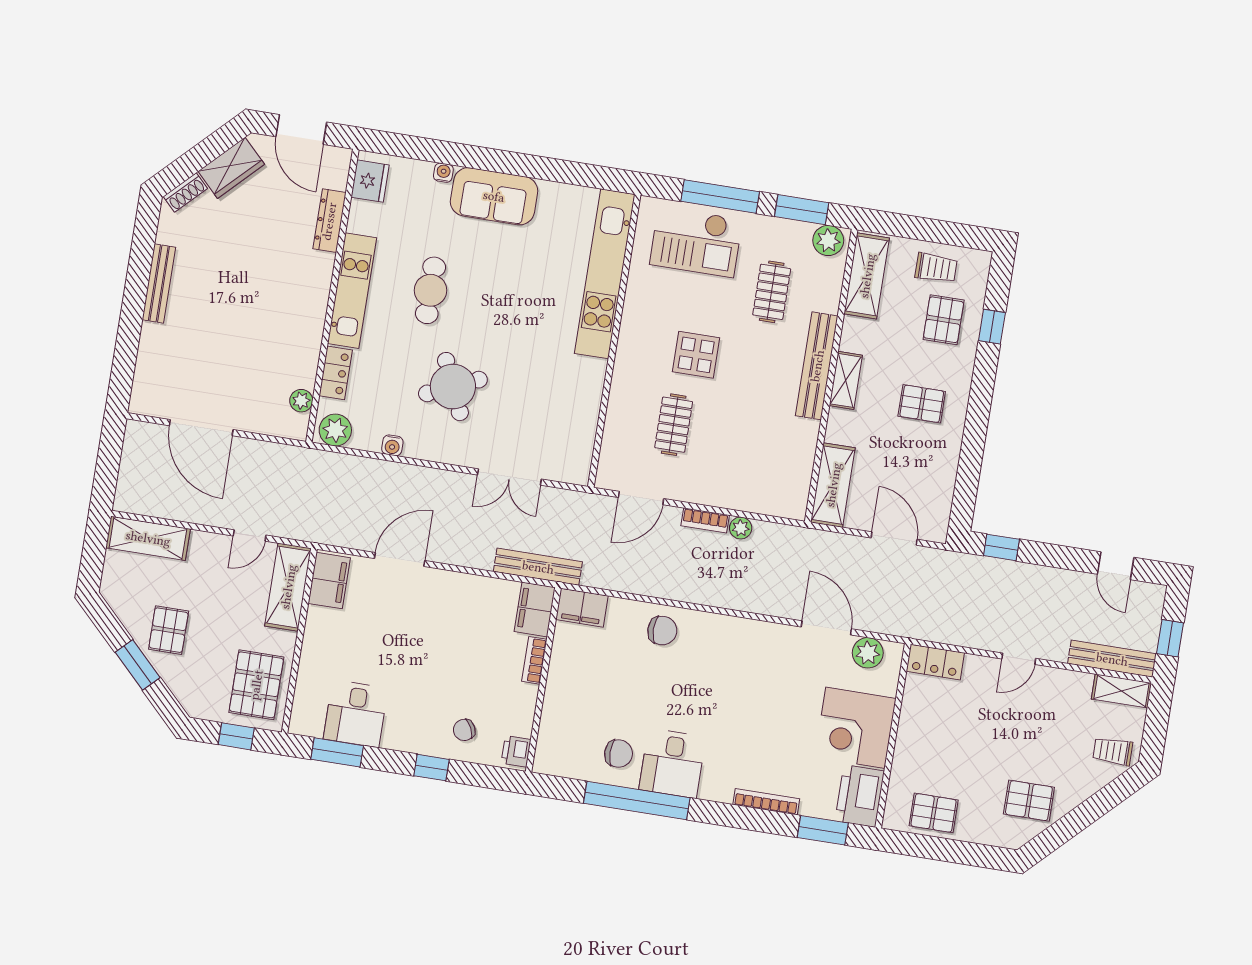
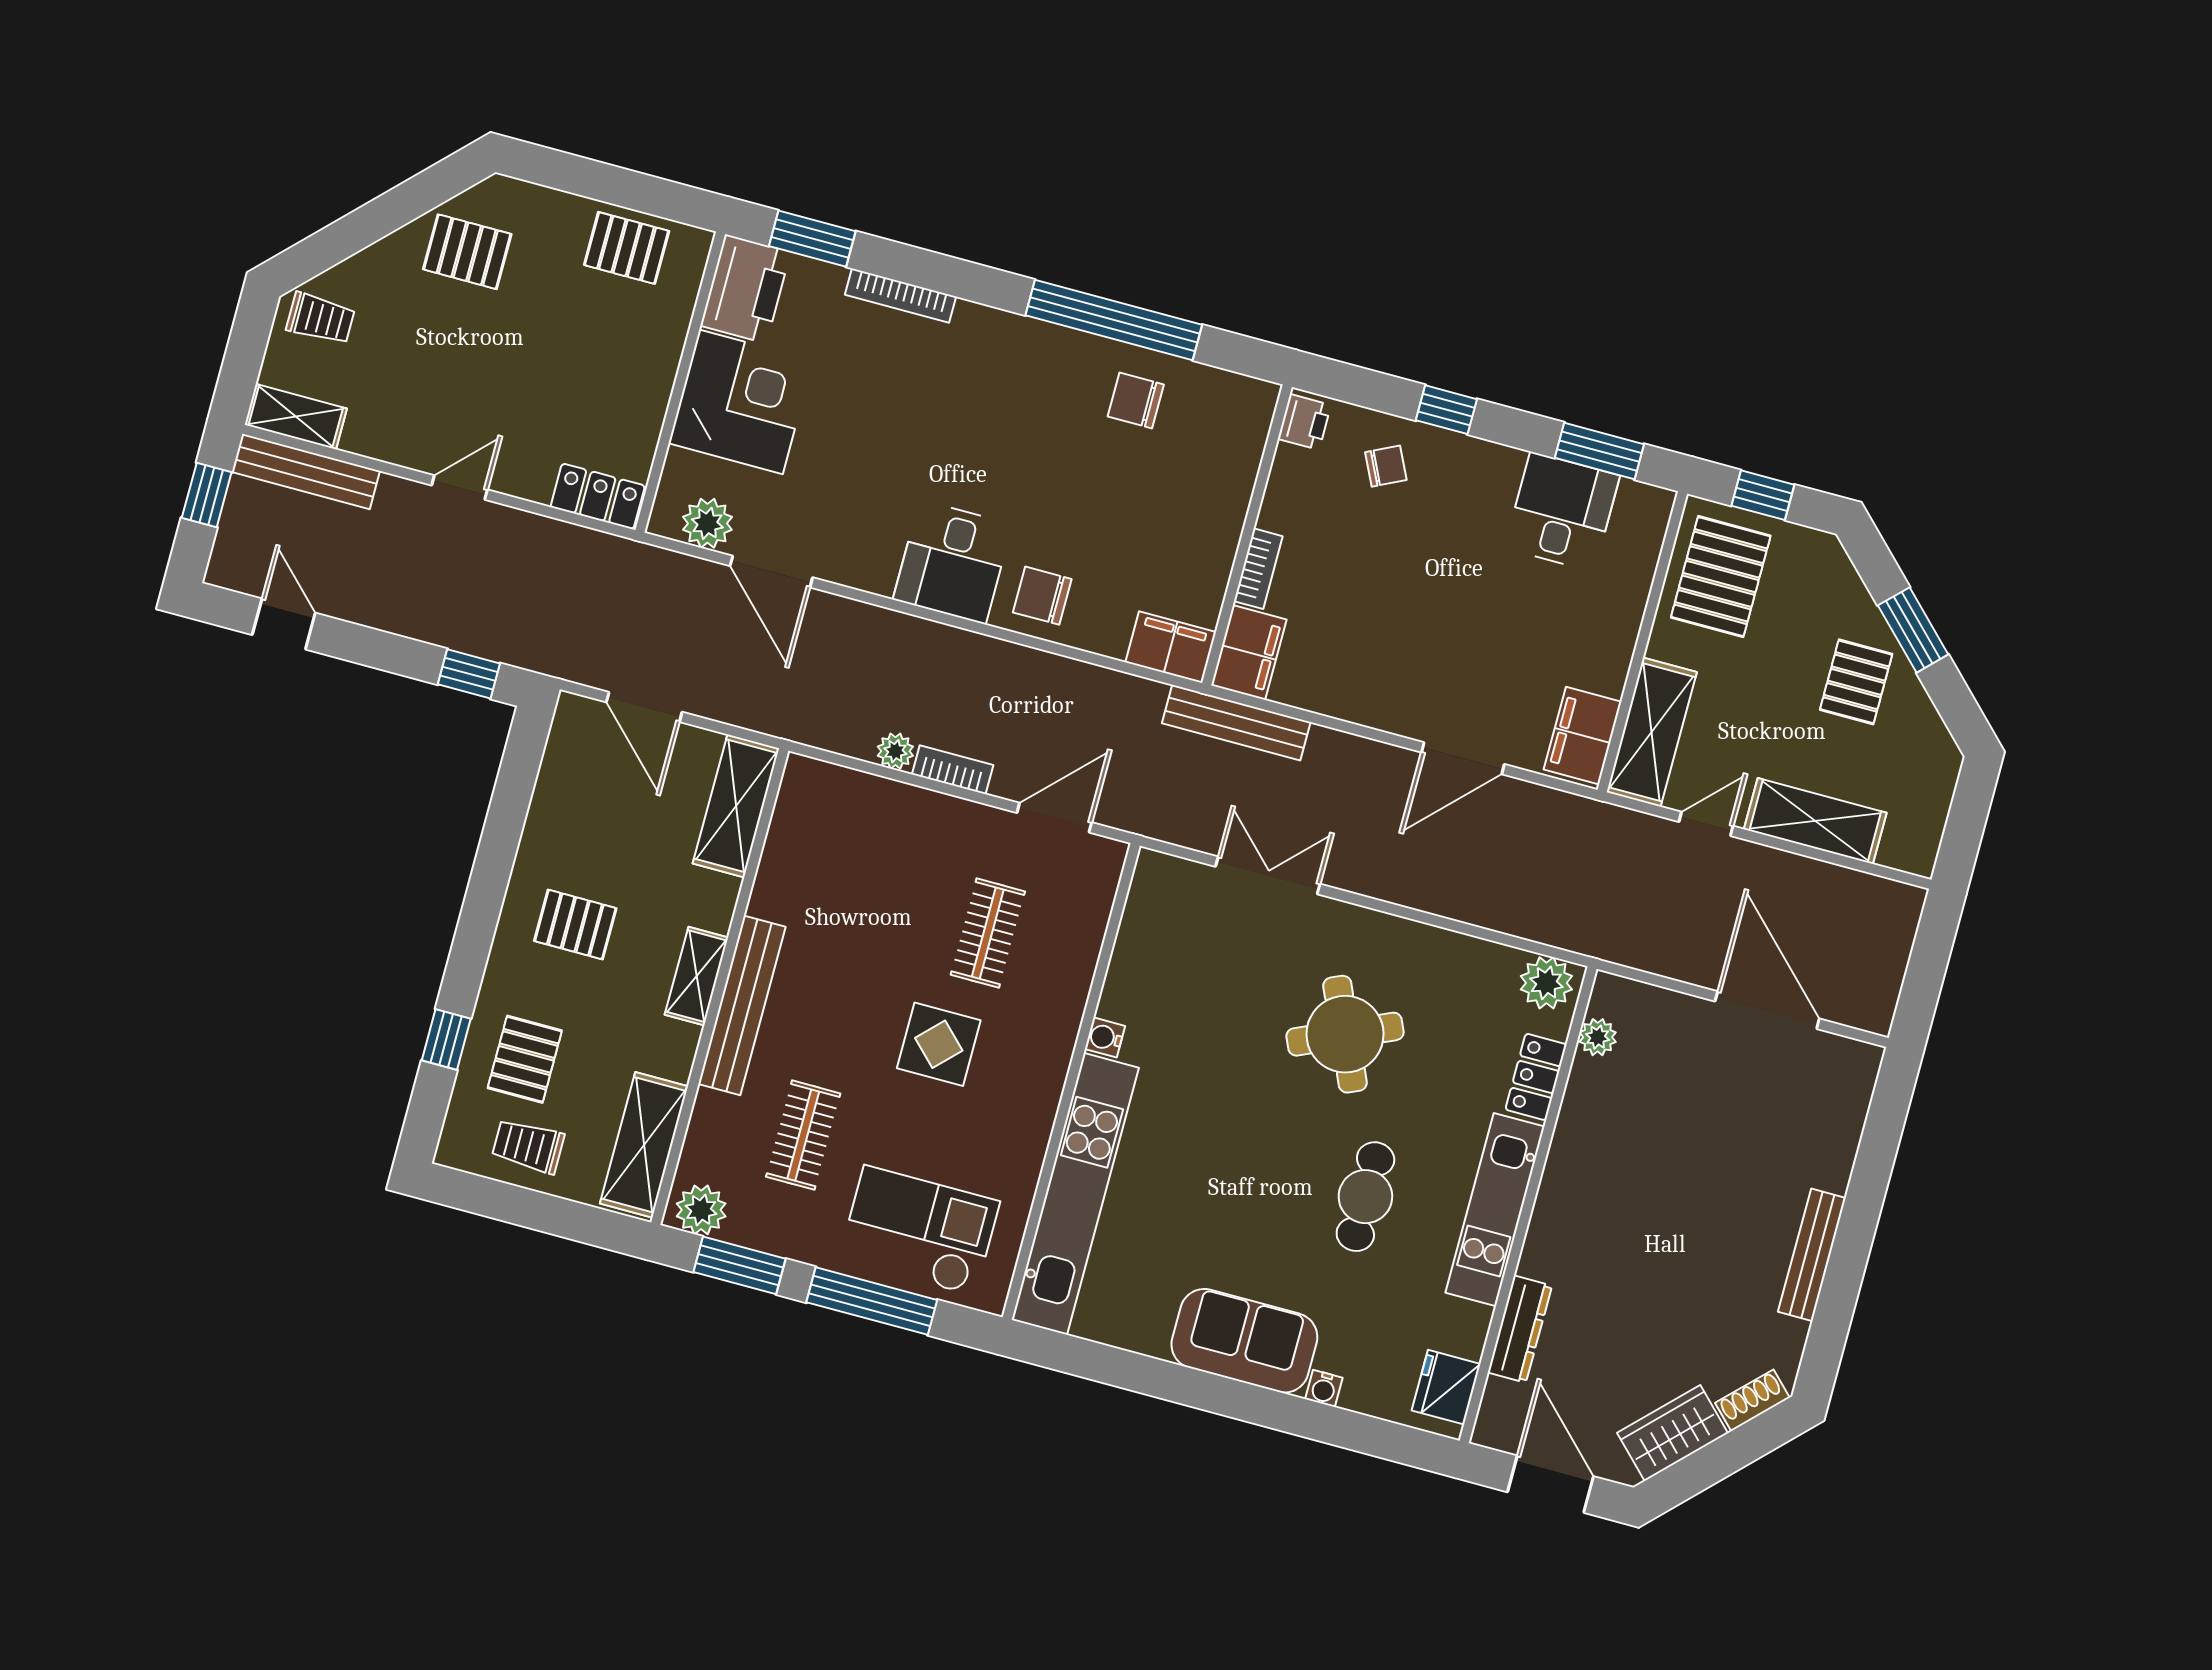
water cooler: (392, 445) -> (1105, 1037), moved, turned -90
shelving: (148, 538) -> (1815, 821), moved
desk: (672, 763) -> (953, 562), moved, turned 180

